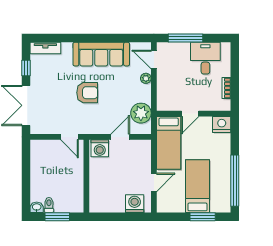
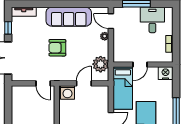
armchair: (87, 93) -> (57, 48), turned 180

